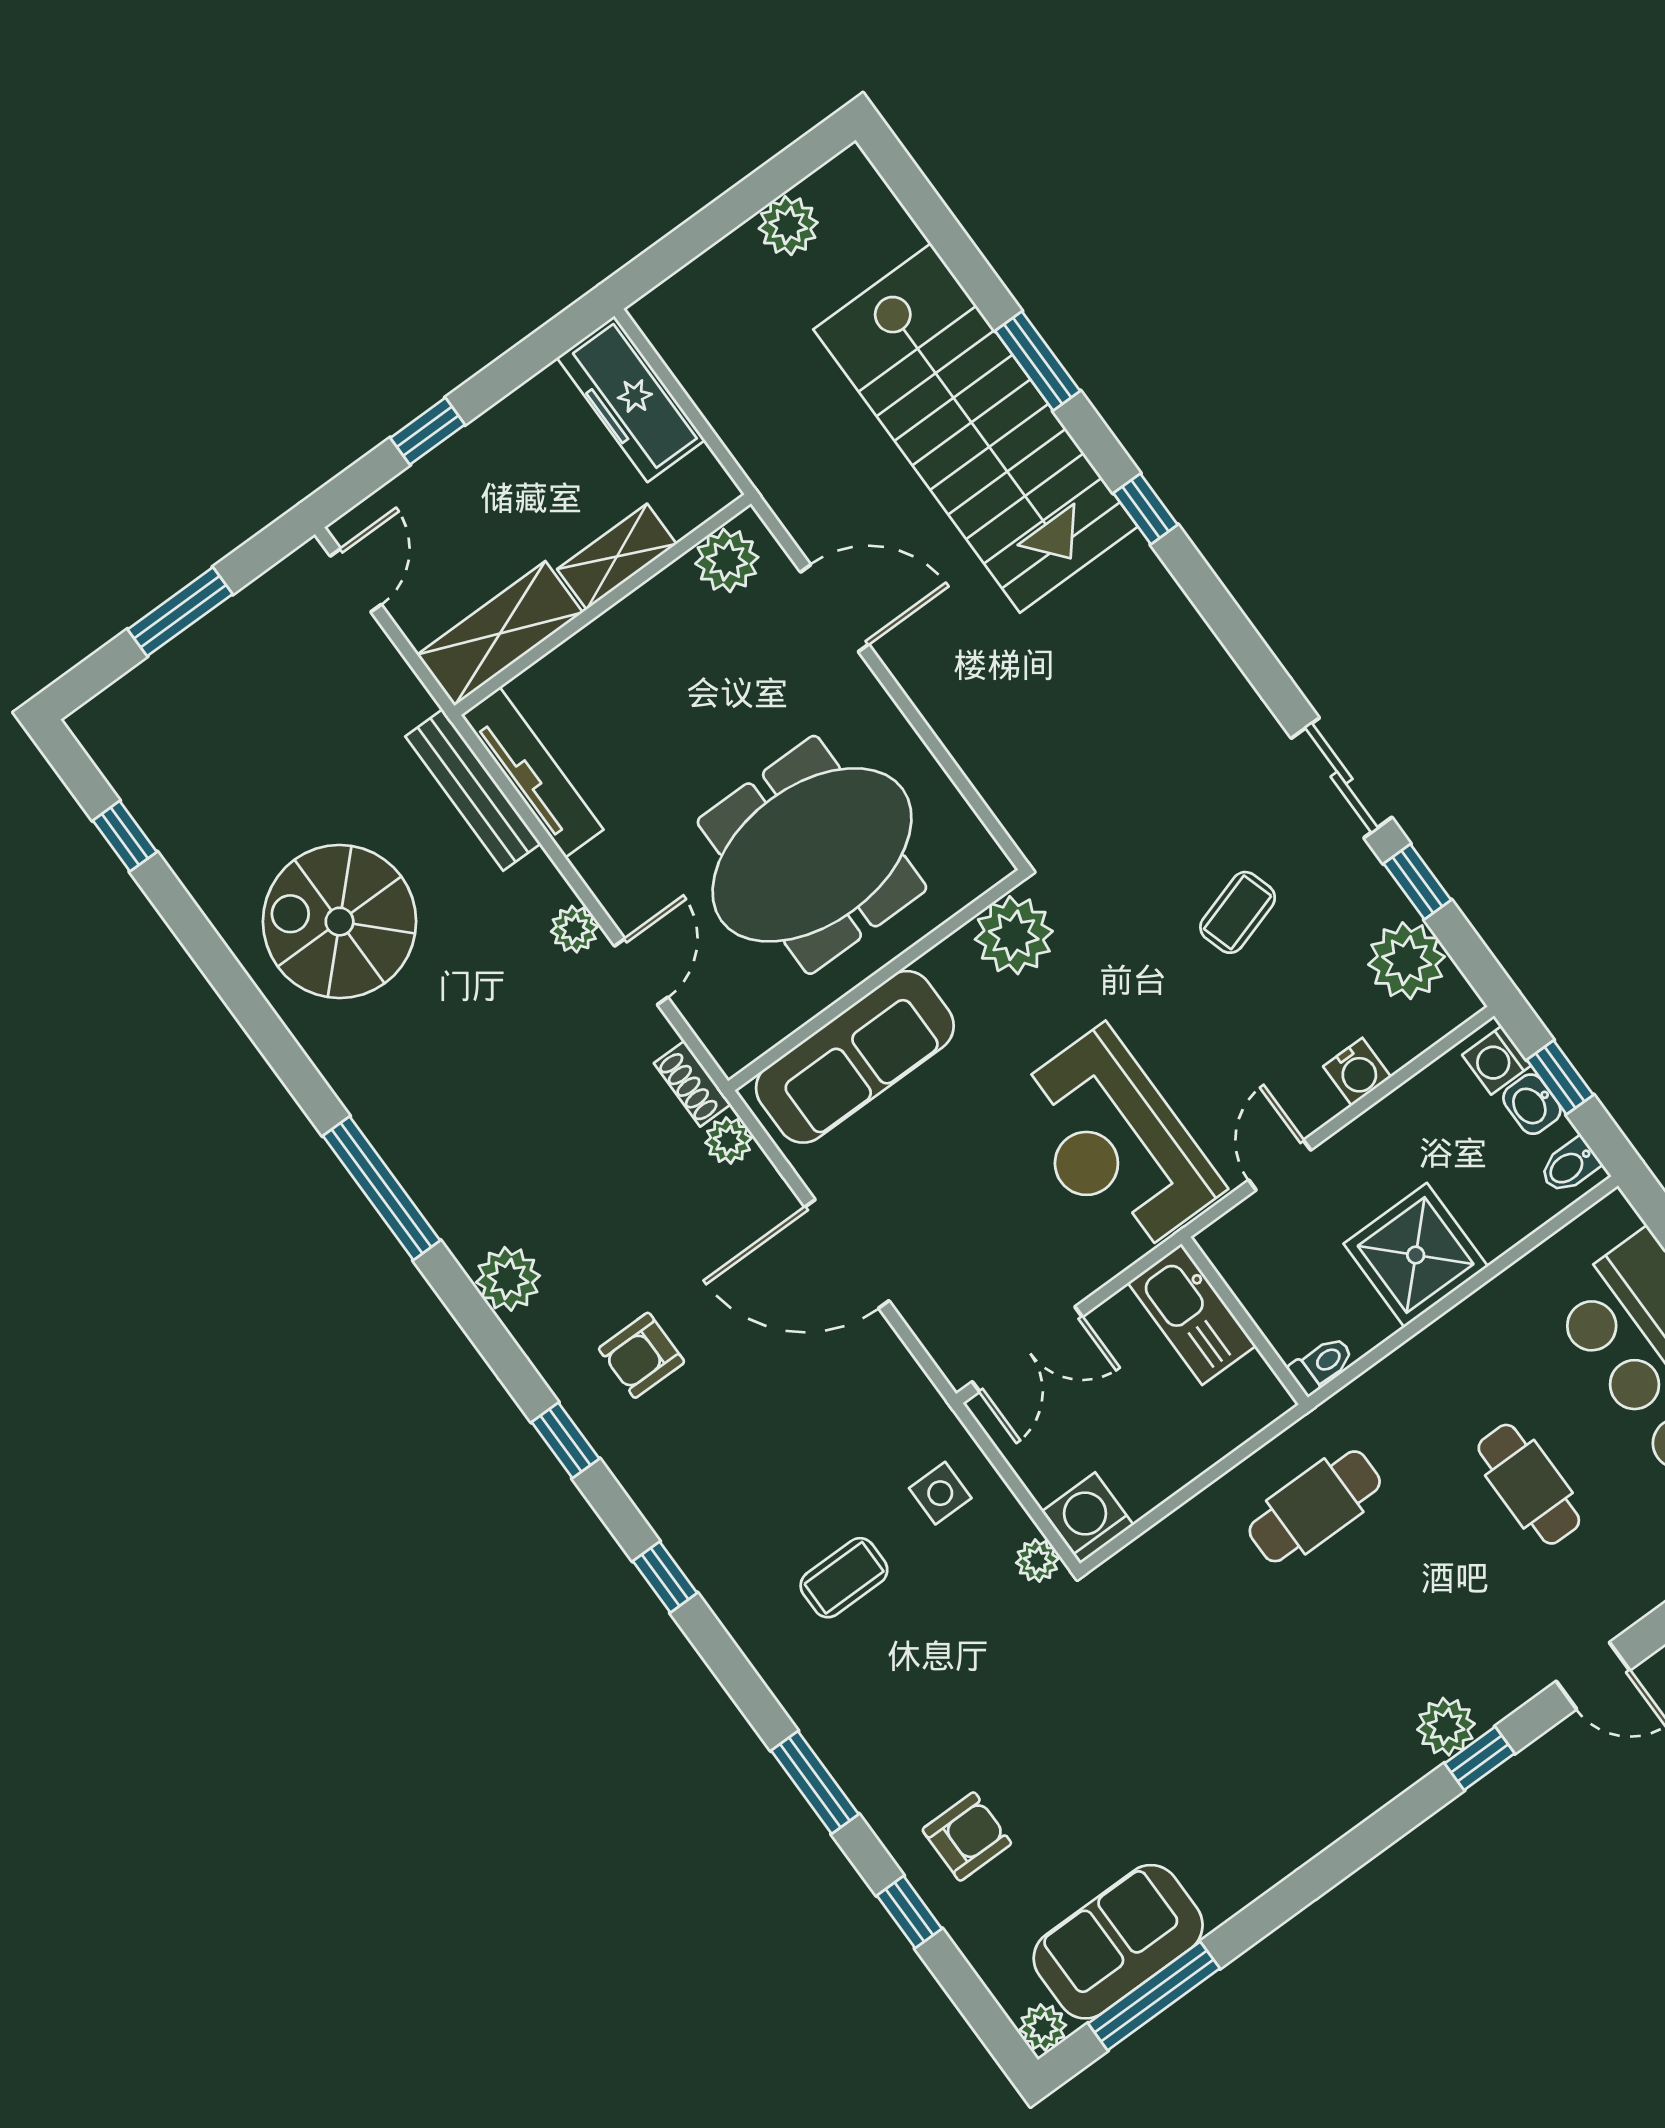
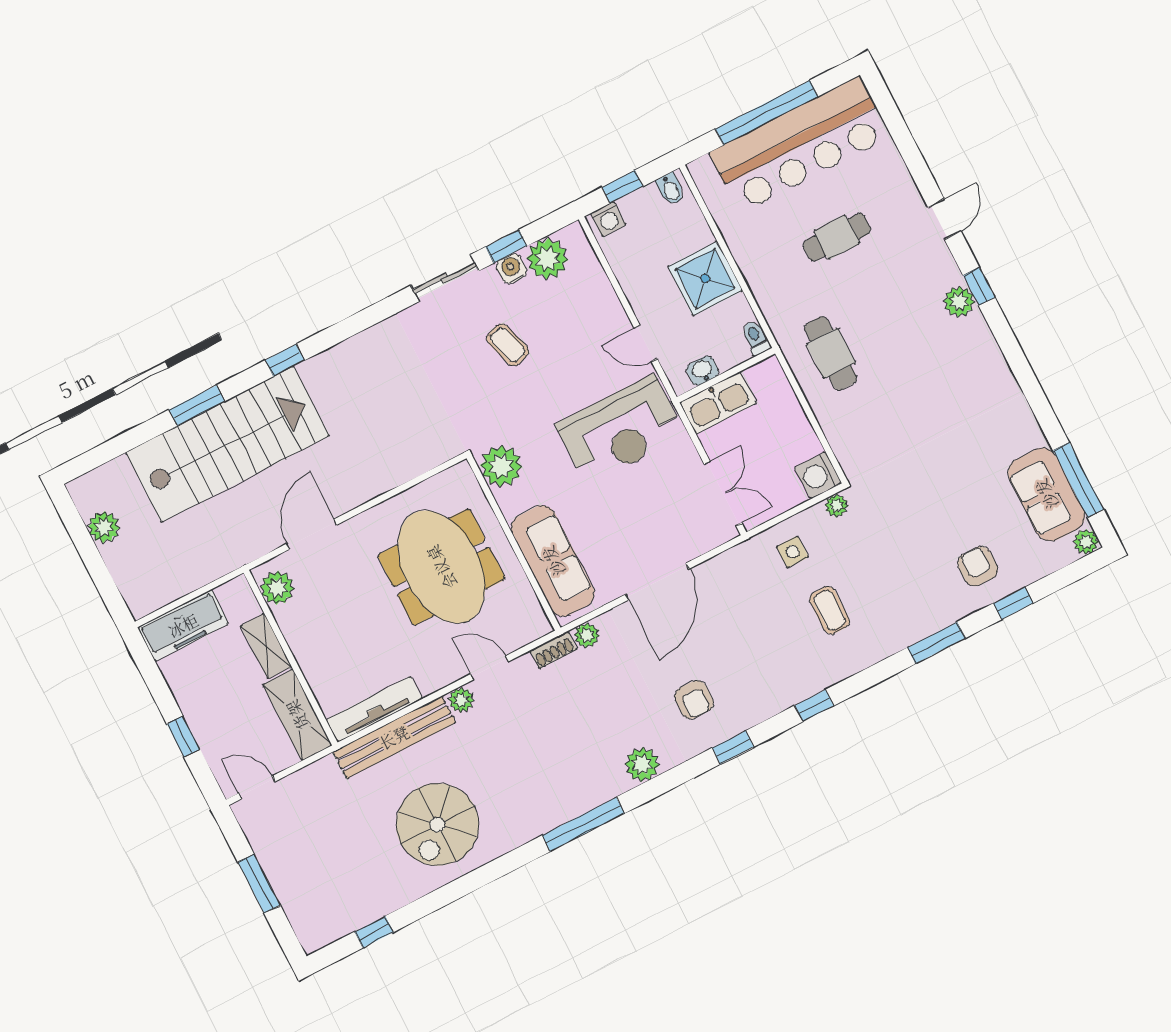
bench: (473, 790) -> (394, 737), width x1.37, depth x1.21
water cooler: (1357, 1072) -> (512, 269), moved, turned -90
washbasin: (1532, 1104) -> (702, 371), moved, turned 180

